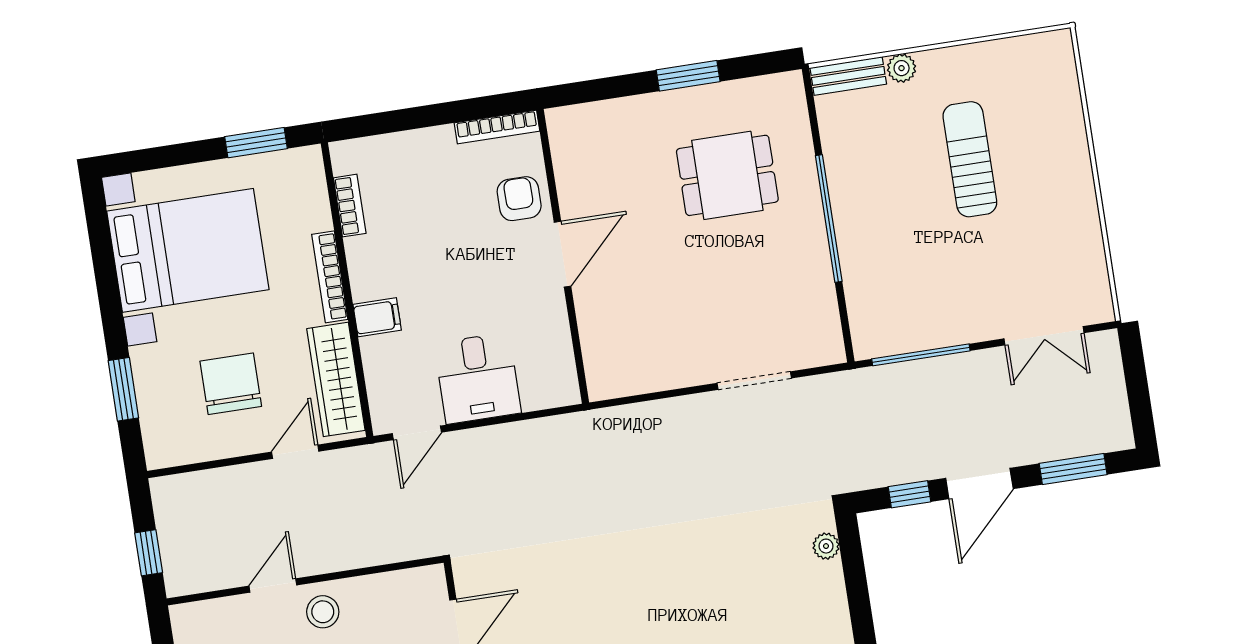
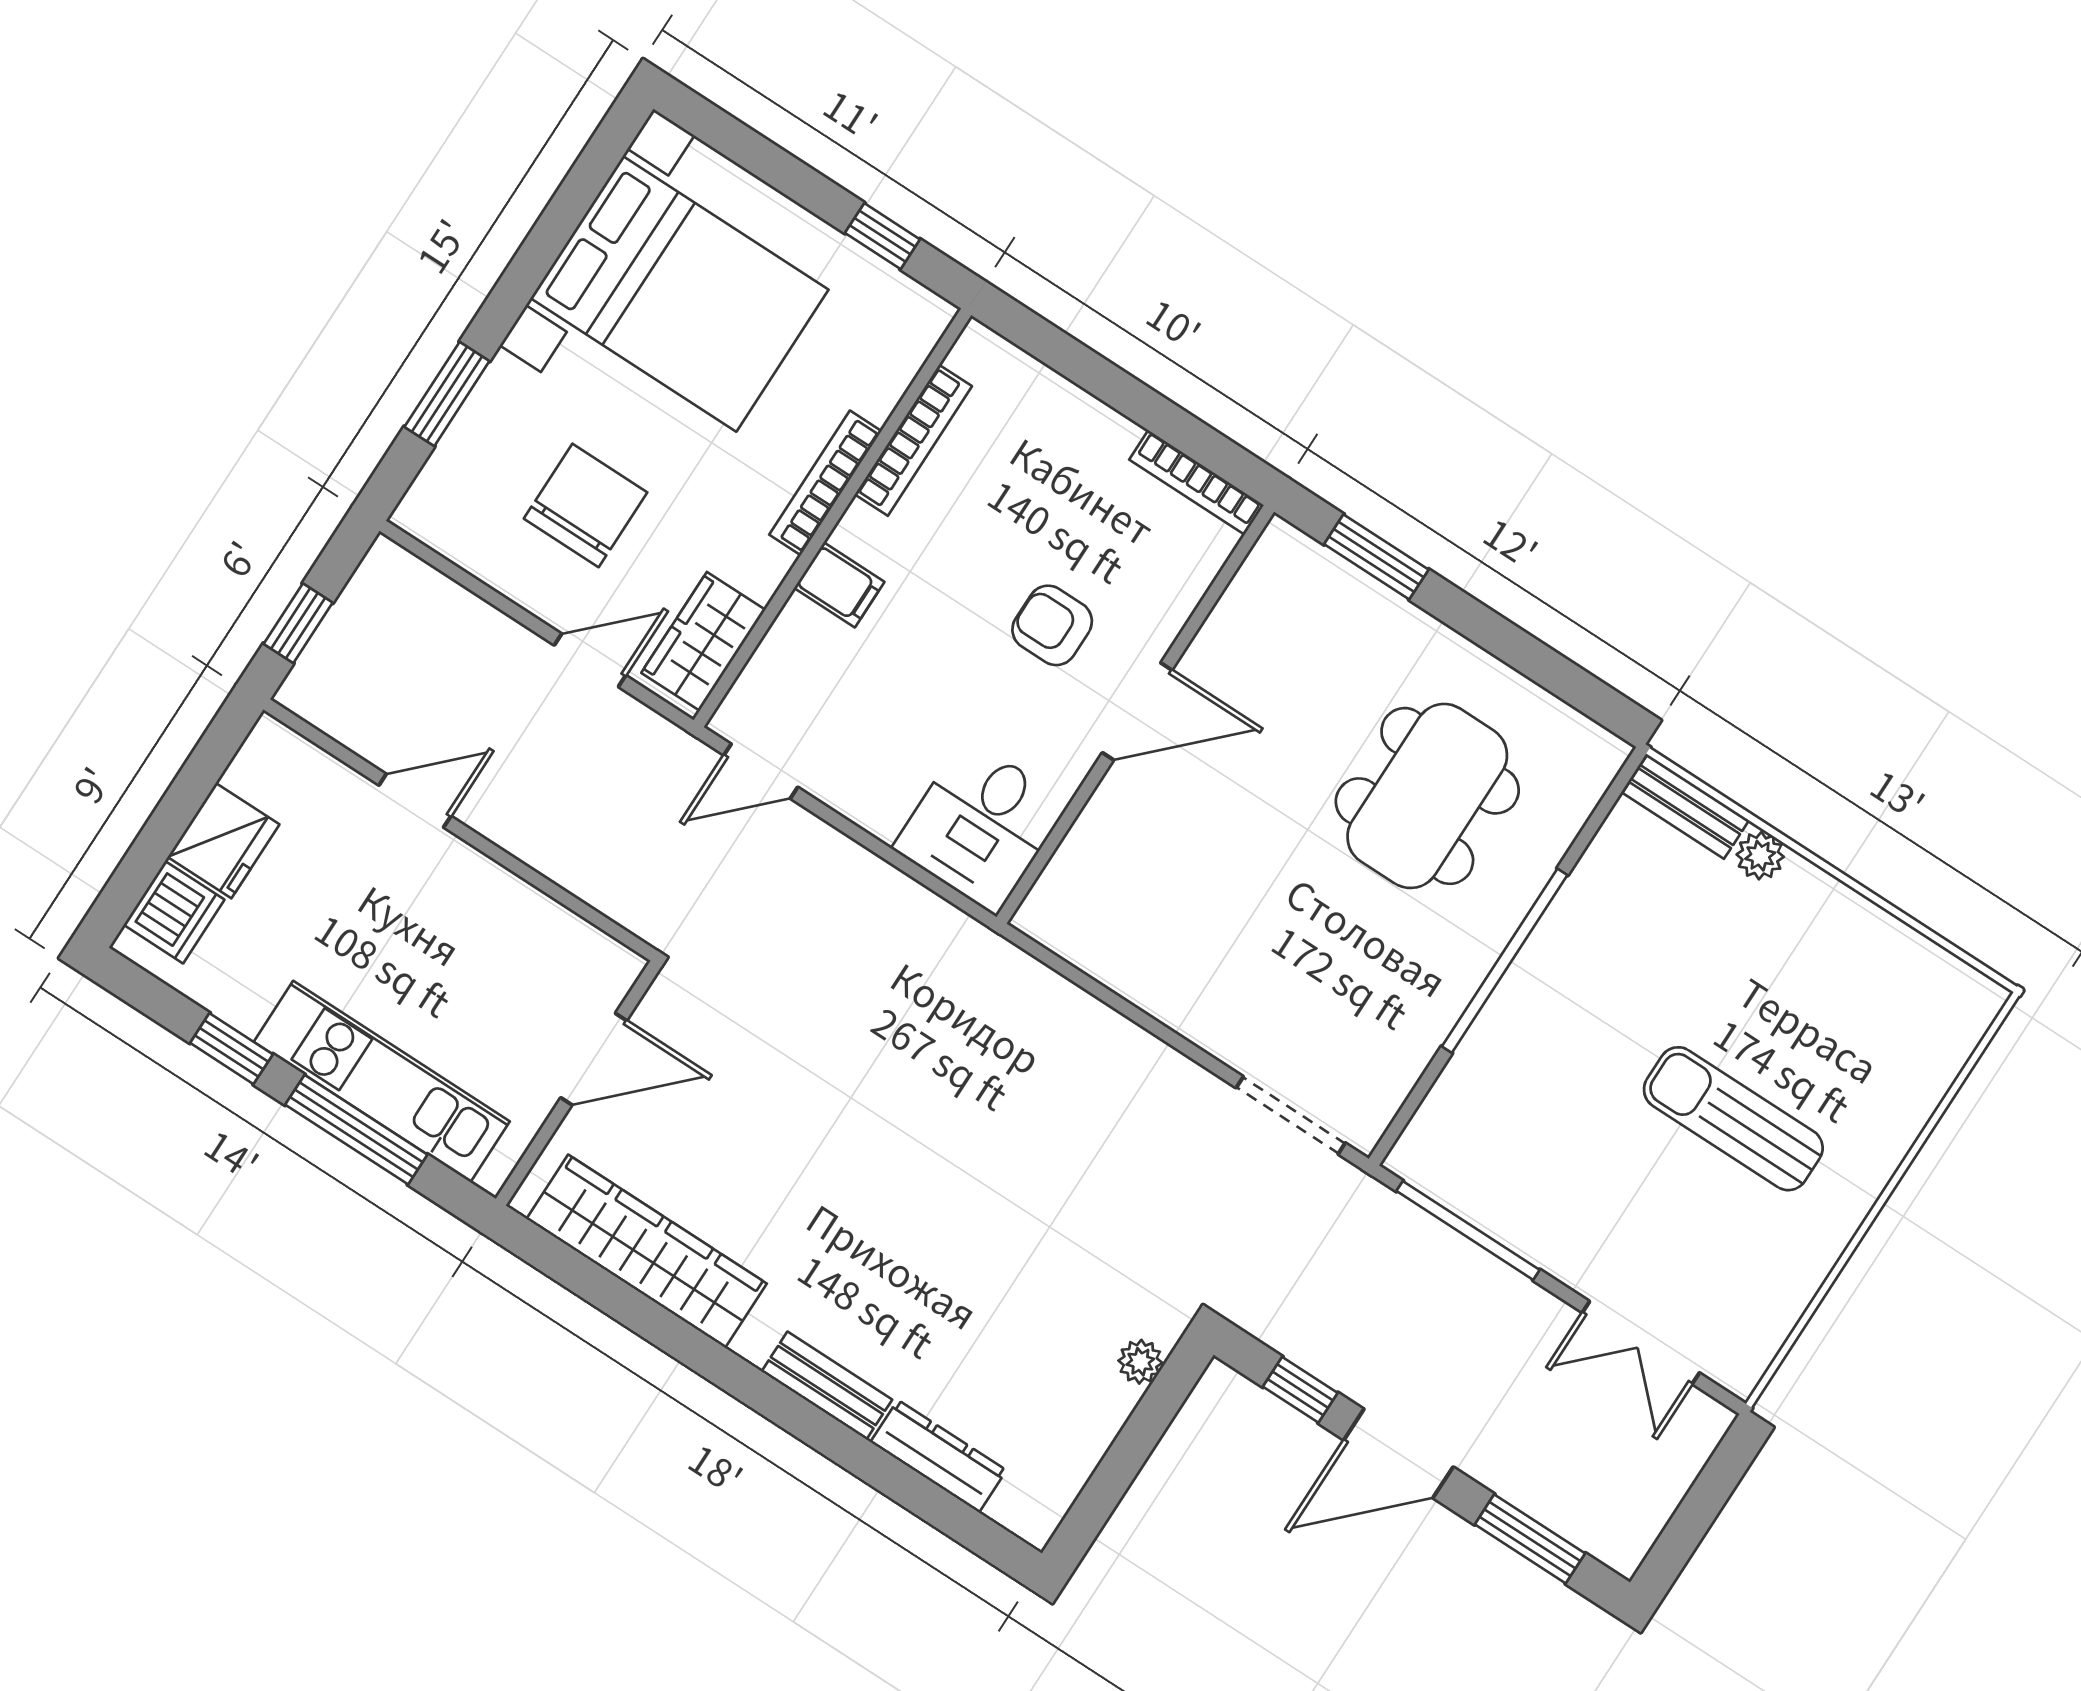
window: (688, 76) -> (1376, 557), moved
window: (256, 143) -> (882, 236), width x0.67
sun lounger: (970, 159) -> (1733, 1119), moved, turned -90
dining table: (727, 175) -> (1427, 796), width x1.38
armchair: (519, 199) -> (1052, 625), moved, turned -90
bookcase: (350, 206) -> (913, 440), width x1.56
desk: (478, 378) -> (981, 826), moved
wardrobe: (336, 379) -> (703, 641), width x0.67
doorway: (754, 381) -> (1291, 1115), moved
stool: (323, 612) -> (448, 888), removed

